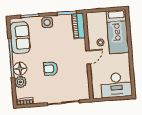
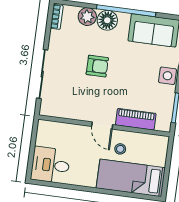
piano: (78, 26) -> (136, 119), moved
armchair: (51, 69) -> (97, 66), turned 90
desk: (116, 85) -> (50, 165), width x0.73

